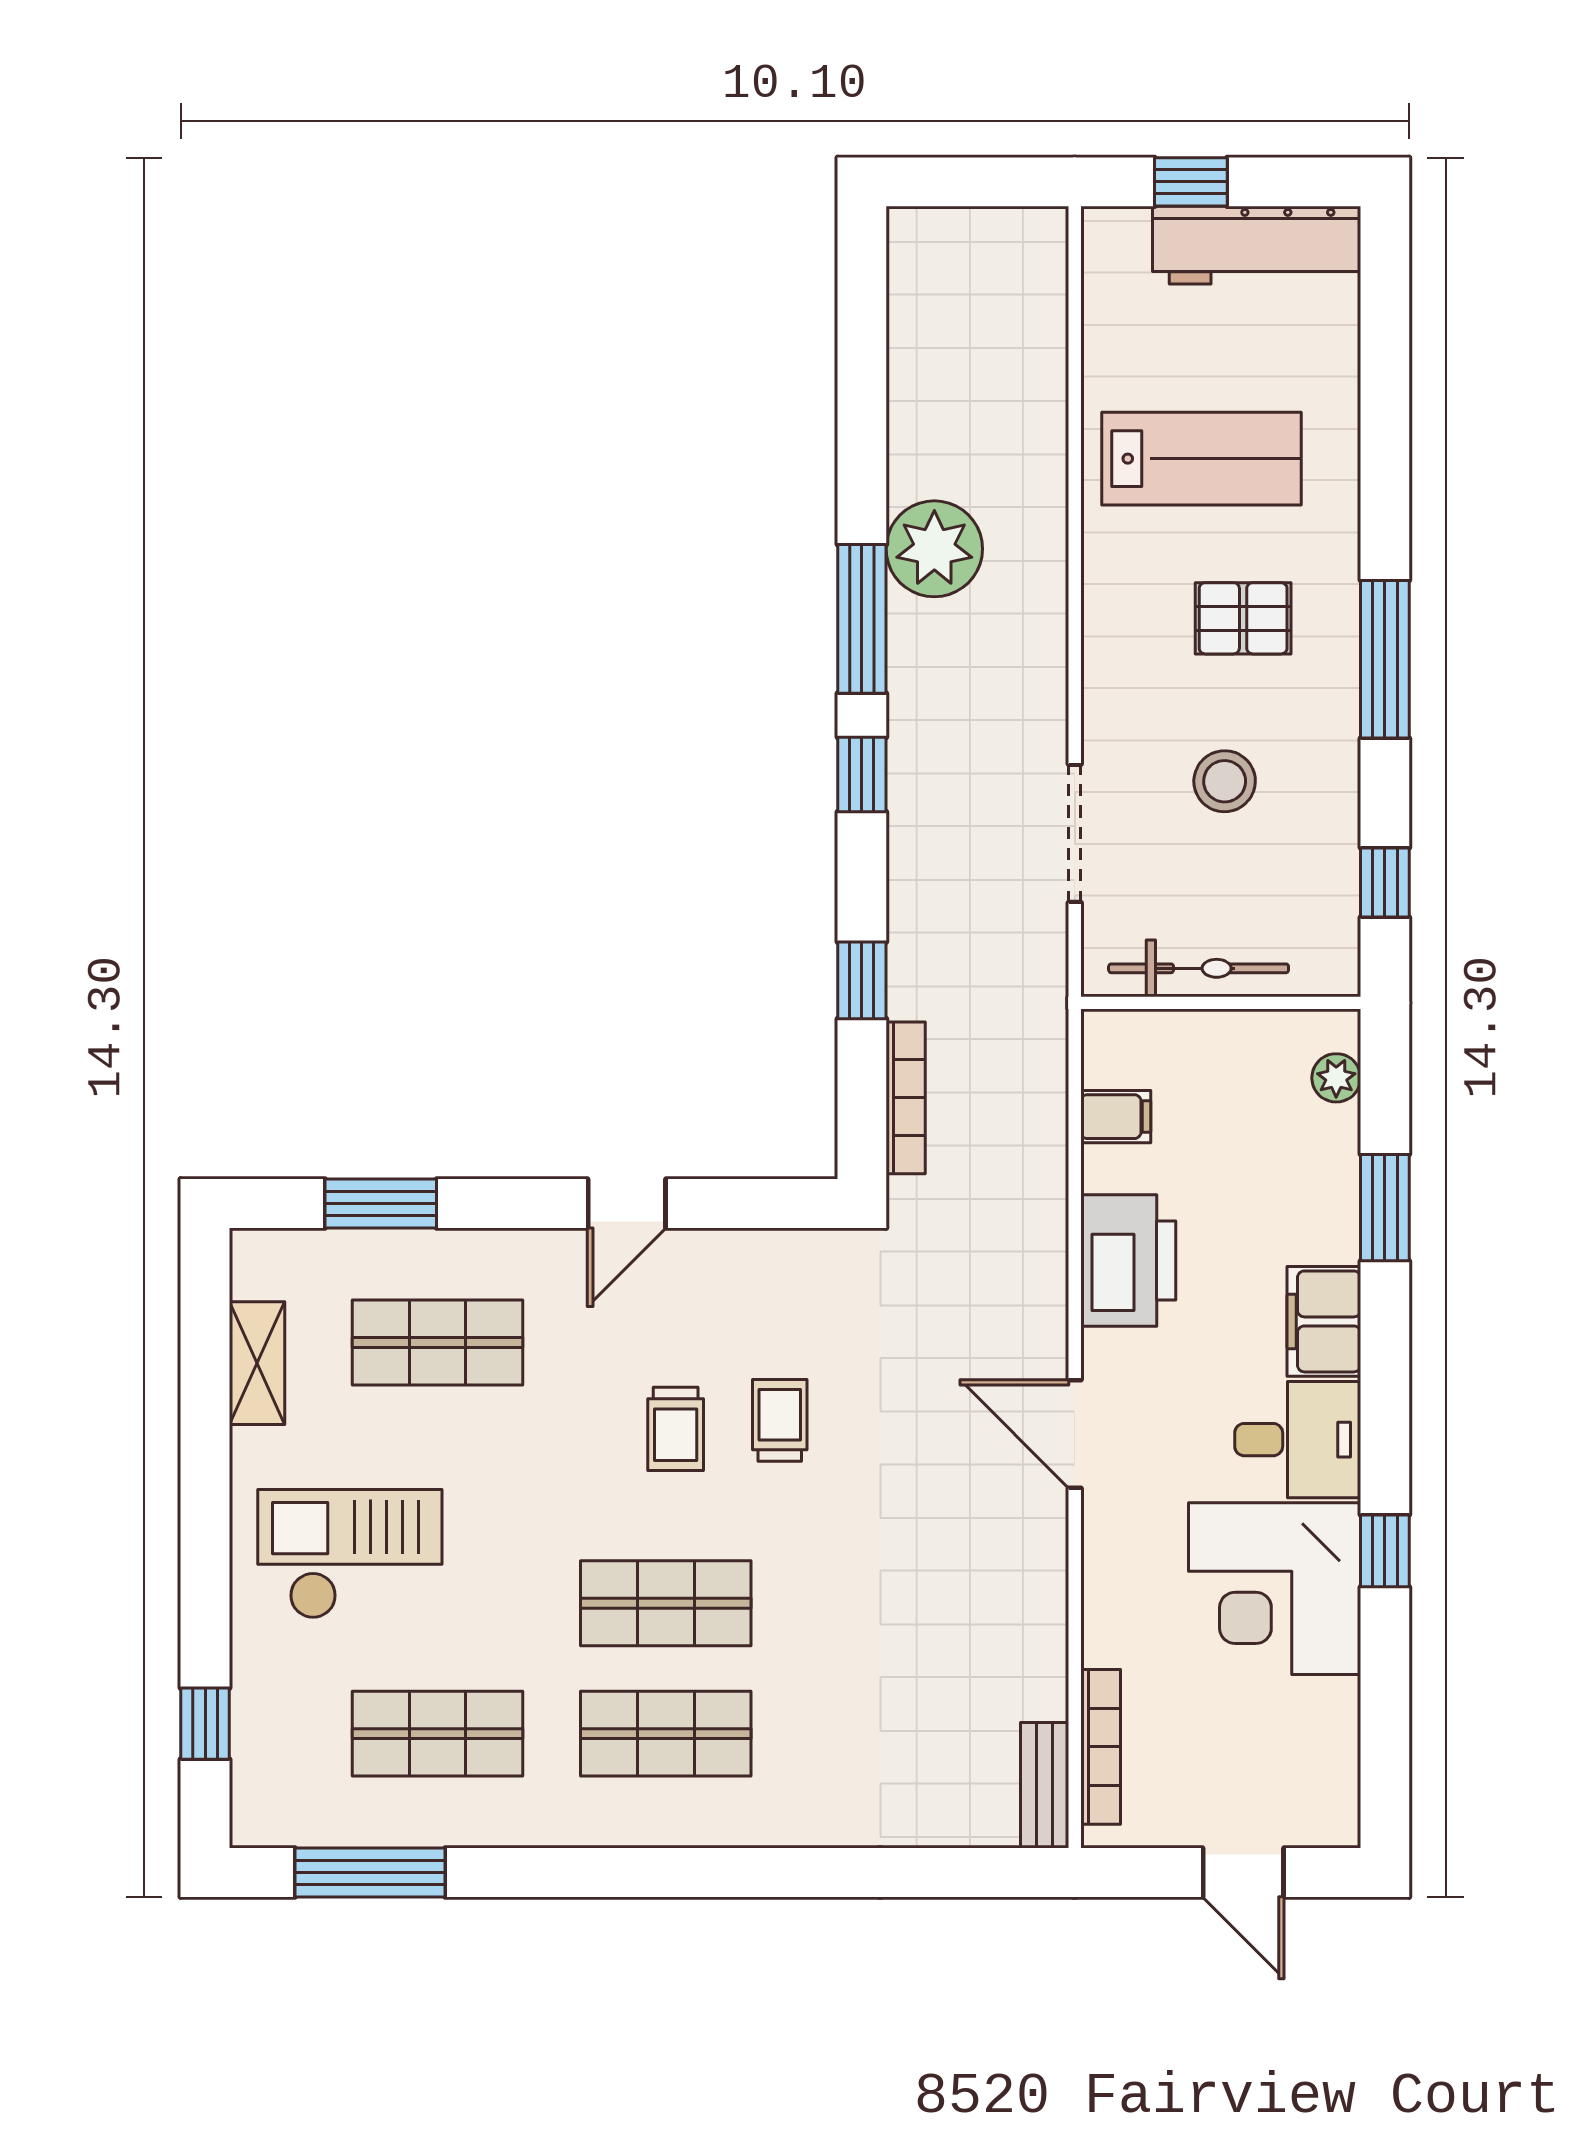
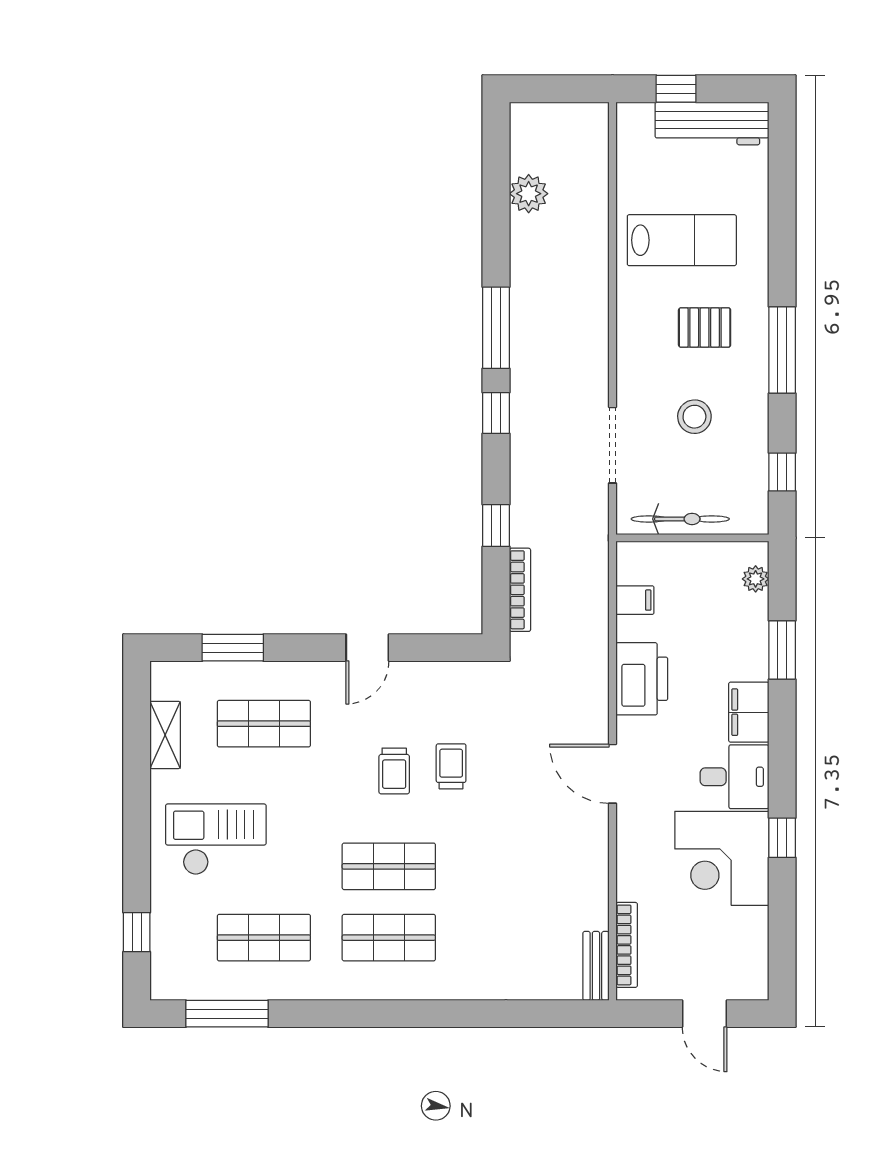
plant: (934, 549) -> (529, 194), moved, width x0.73, depth x0.73

